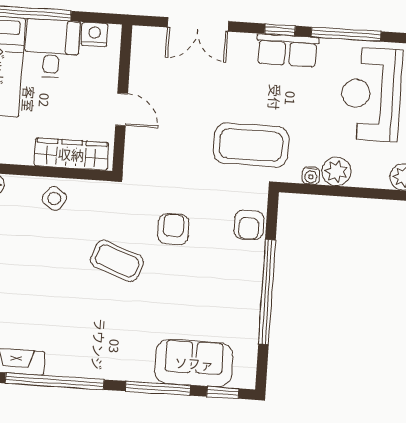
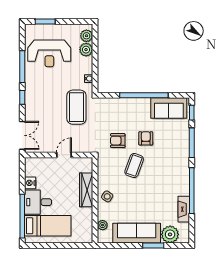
row of seats: (287, 50) -> (32, 93), removed
wall: (122, 98) -> (59, 155), moved
door: (122, 109) -> (64, 155), moved
plant: (336, 171) -> (86, 50), moved
armchair: (249, 225) -> (146, 138), moved, turned -90
sofa: (194, 363) -> (169, 108), moved, turned -90

